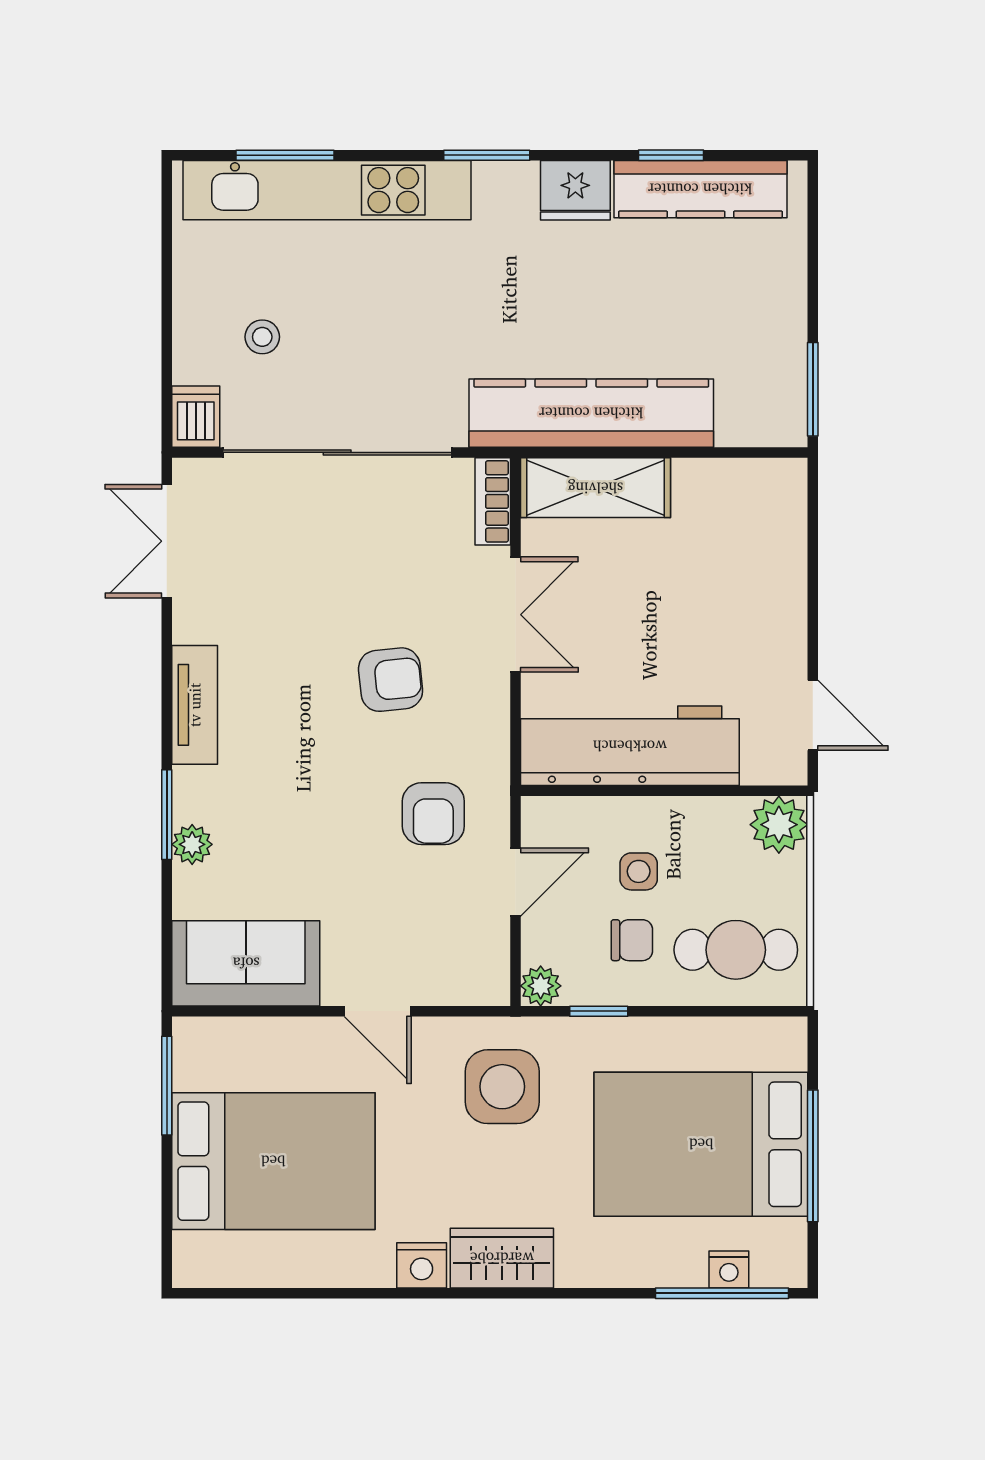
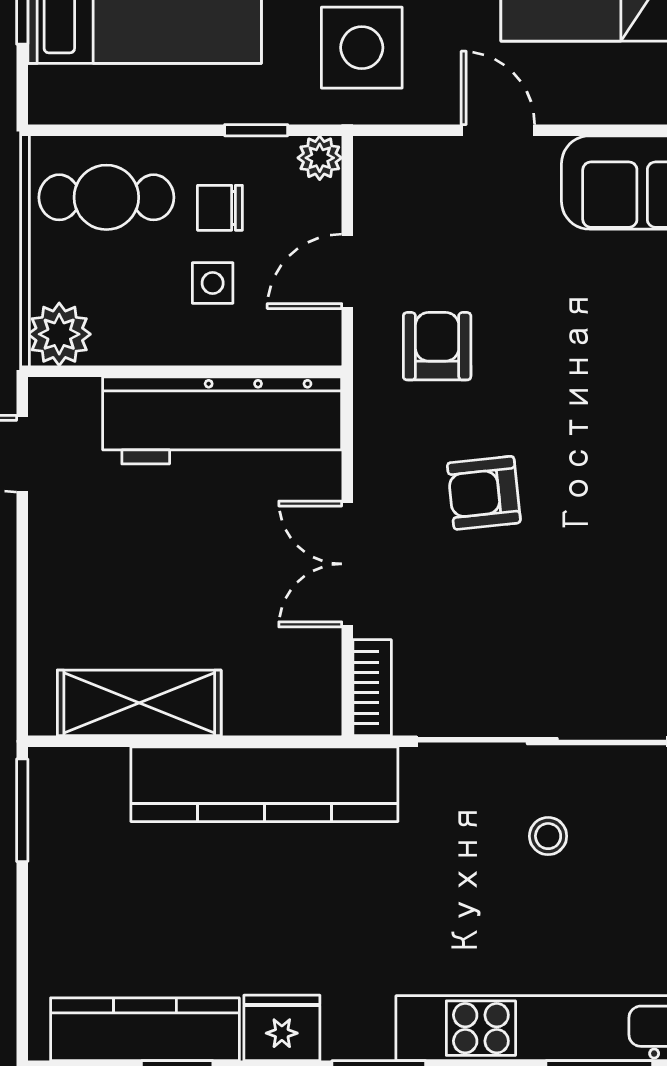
stool: (262, 337) -> (548, 836), moved
shelving: (595, 488) -> (139, 703), moved

